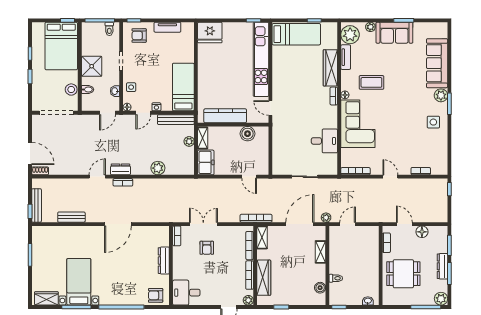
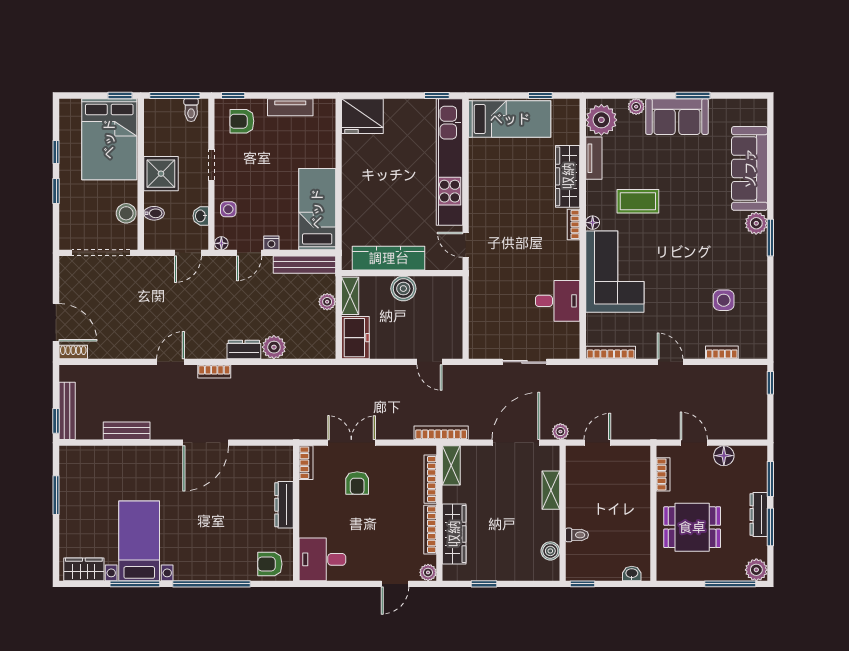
side table: (433, 122) -> (724, 300), moved
boiler: (248, 134) -> (403, 289), moved
dresser: (120, 169) -> (244, 349), moved

